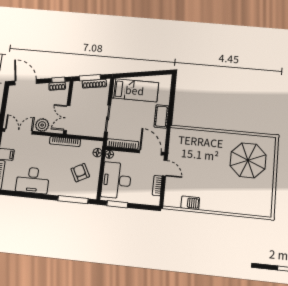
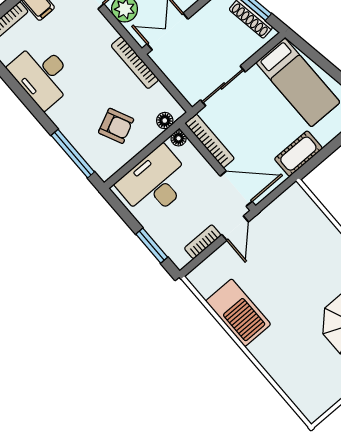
door: (150, 152) -> (236, 189), hinge flipped
armchair: (80, 173) -> (116, 126), turned 93
barbecue: (190, 203) -> (238, 313), width x1.88, depth x1.53
window: (117, 204) -> (152, 246), moved

